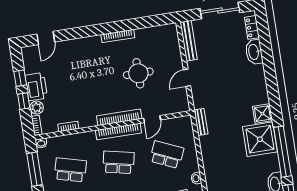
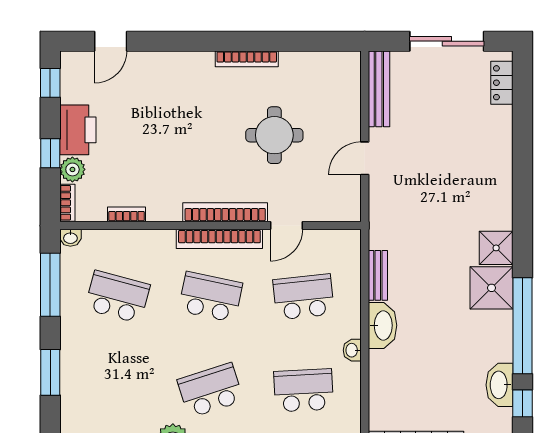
washbasin: (254, 52) -> (382, 325), moved, turned 180
window: (20, 78) -> (50, 83), moved
bench: (201, 122) -> (378, 275), moved
shower: (260, 139) -> (492, 288), width x0.73, depth x0.73
school desk: (167, 155) -> (303, 297), turned -30

